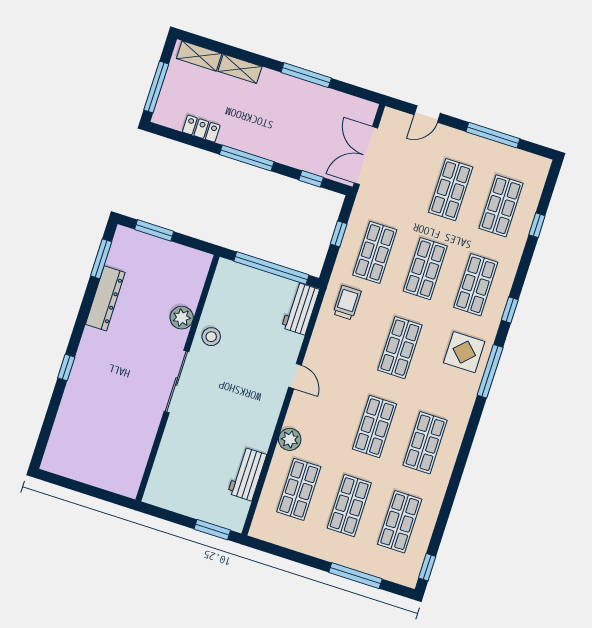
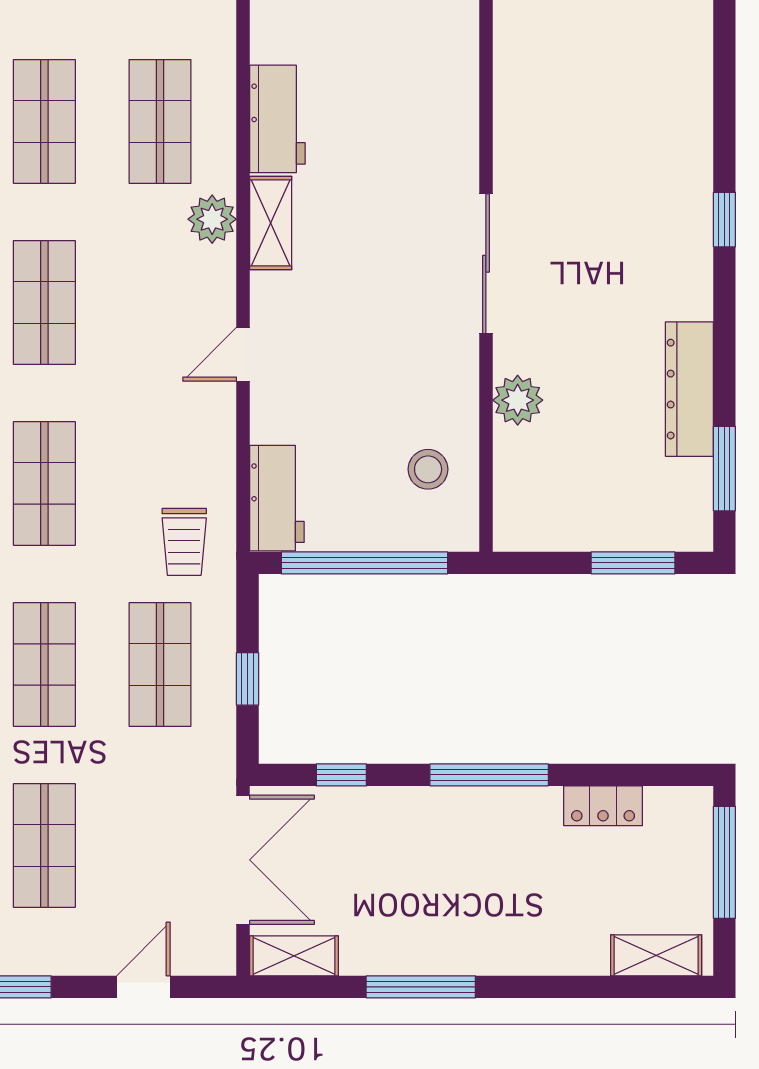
shelving: (240, 69) -> (294, 956), moved
stool: (211, 337) -> (428, 469), moved
door: (295, 376) -> (243, 354), hinge flipped
shelving: (265, 430) -> (271, 223), added

